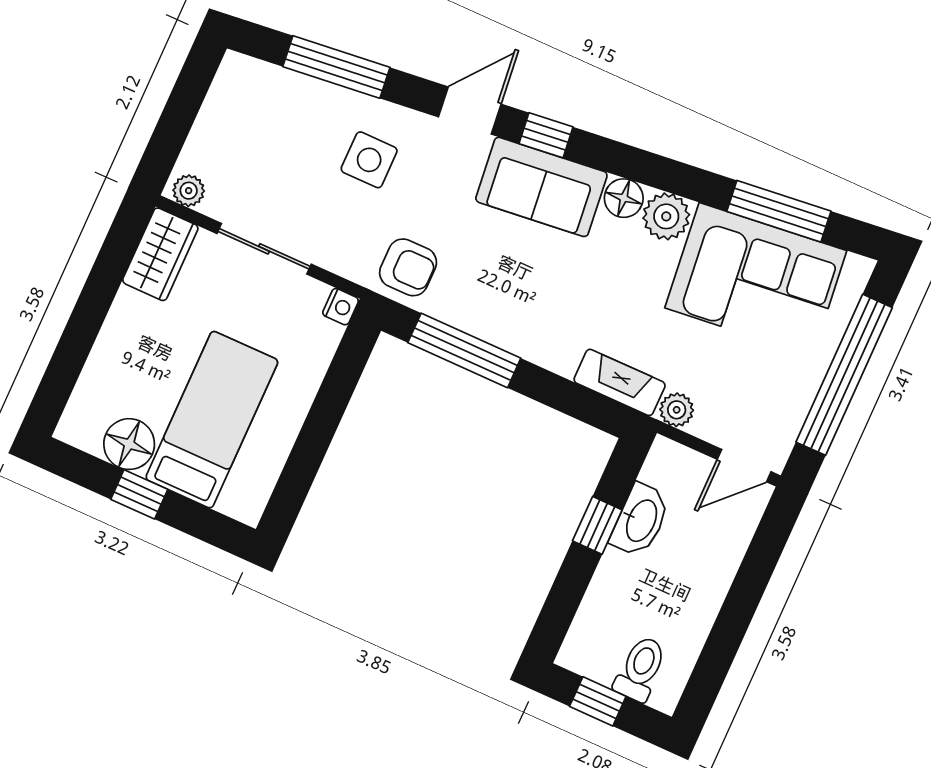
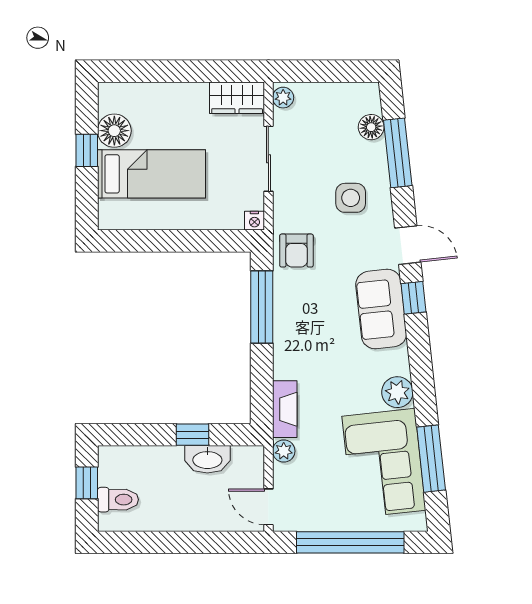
floor lamp: (624, 198) -> (371, 127), moved

